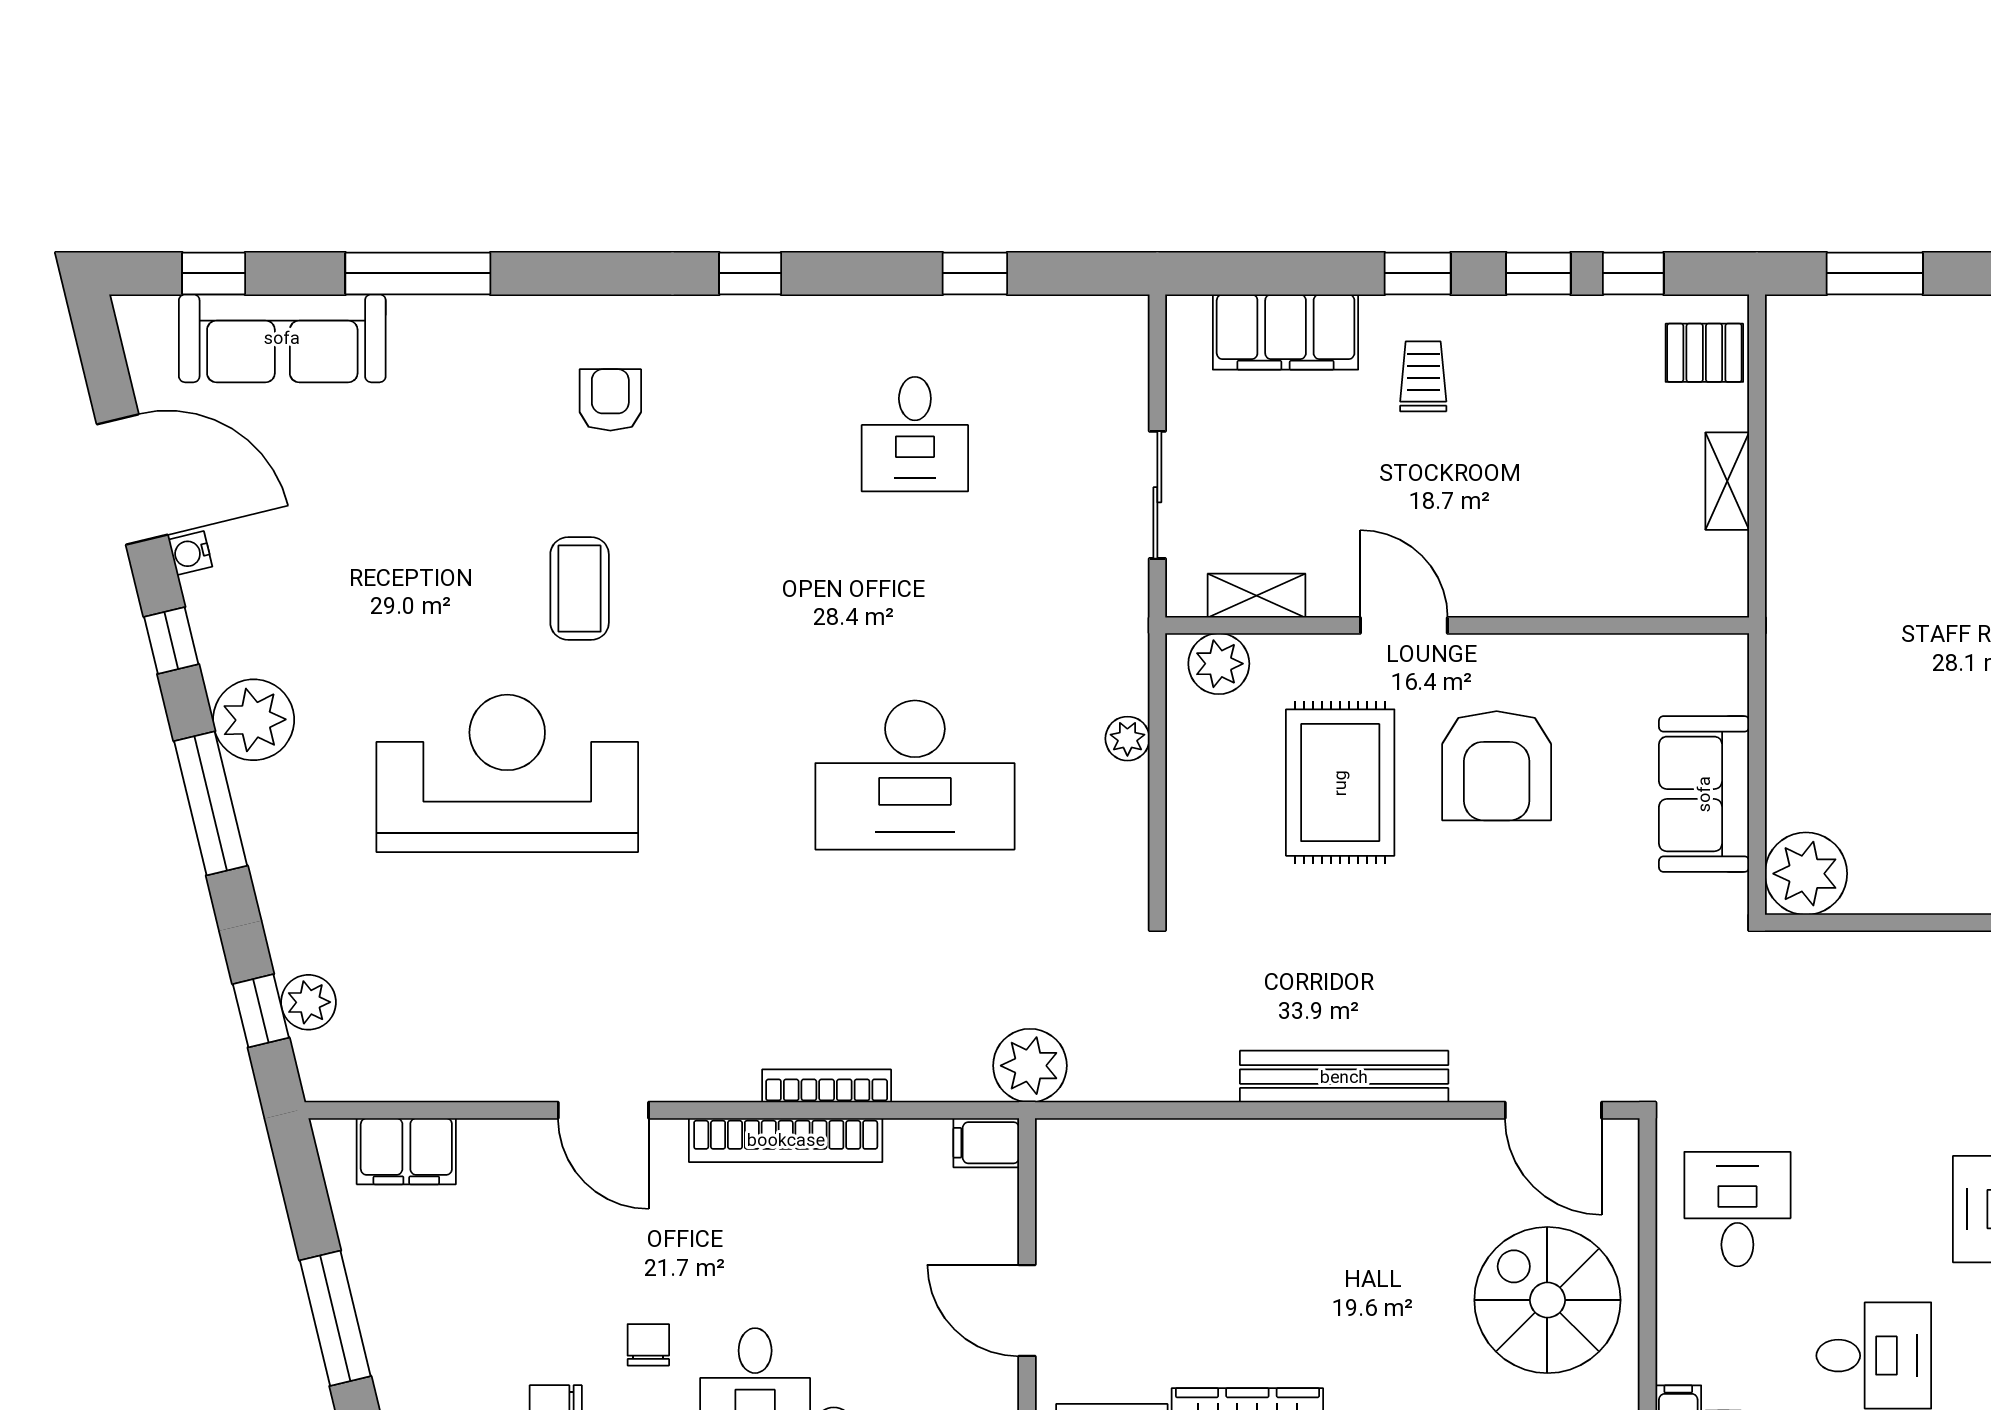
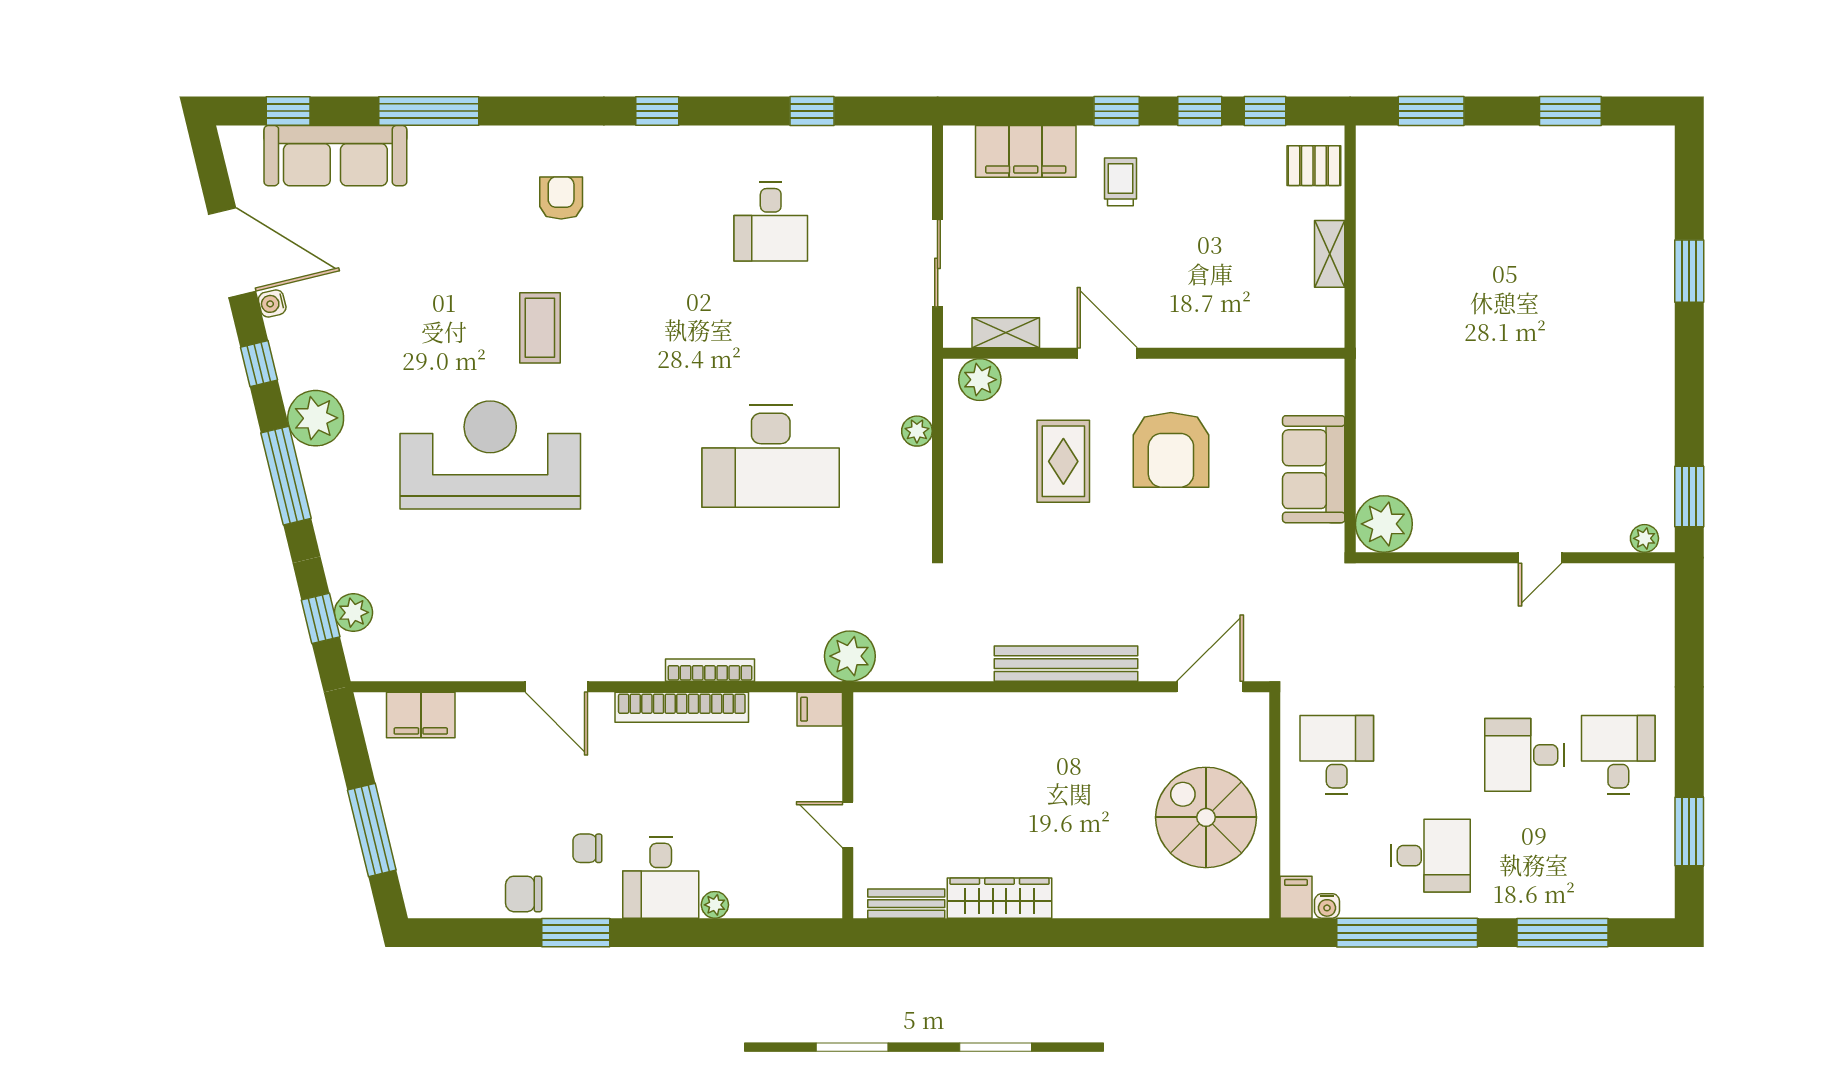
rug: (1340, 783) -> (1063, 461), width x0.73, depth x0.70
door: (1553, 1110) -> (1210, 687), swing flipped
door: (1027, 1310) -> (848, 825), width x0.73
chair: (648, 1345) -> (587, 848), turned -90

